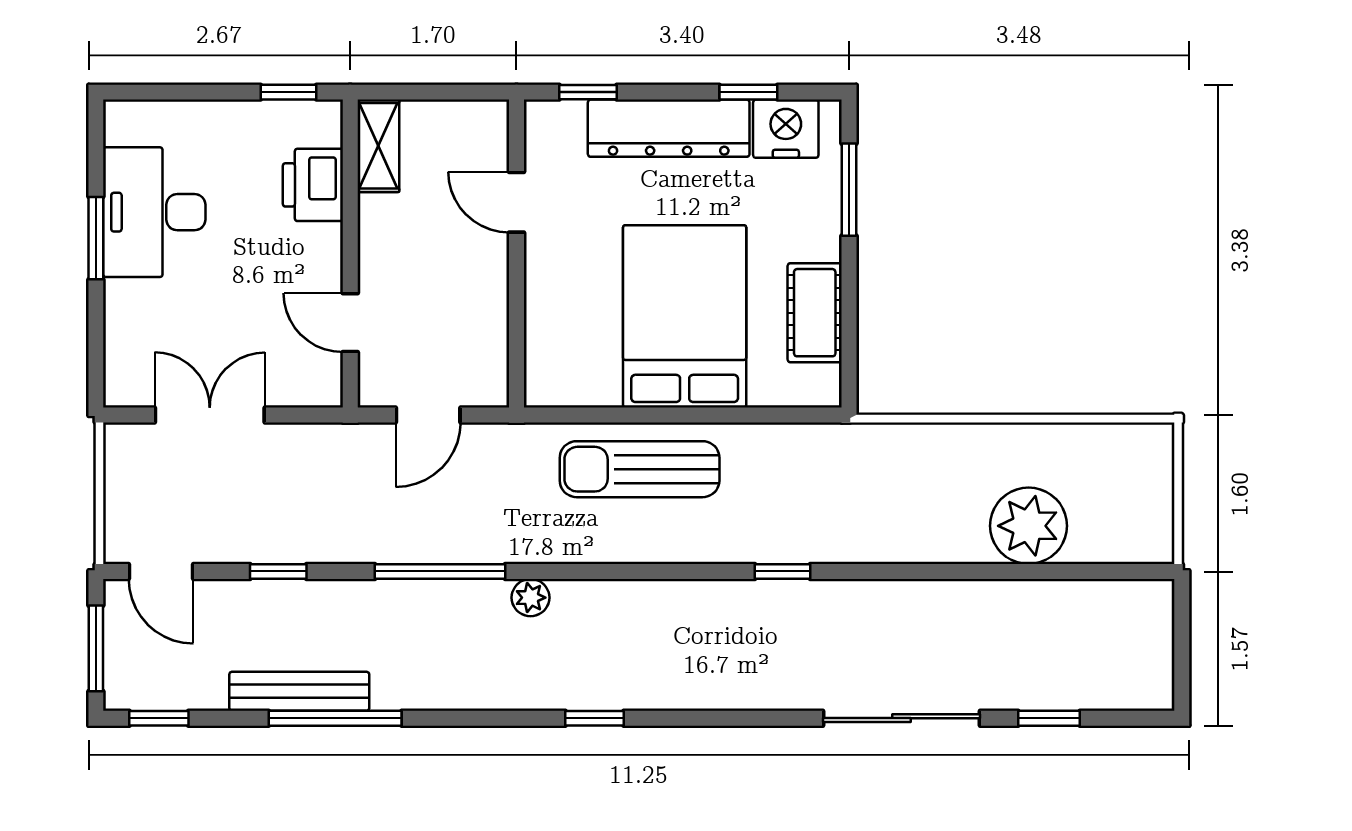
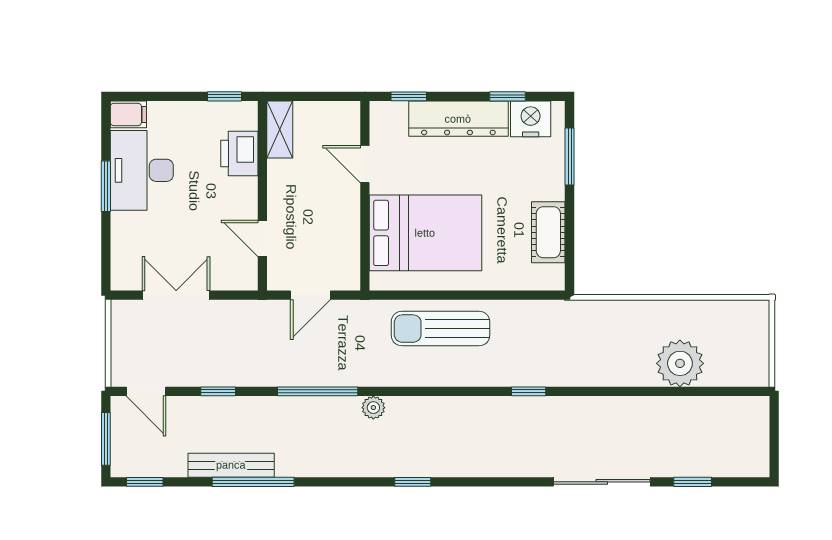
filing cabinet: (132, 121) -> (128, 114), added
bed: (685, 316) -> (425, 233), moved, turned 90

